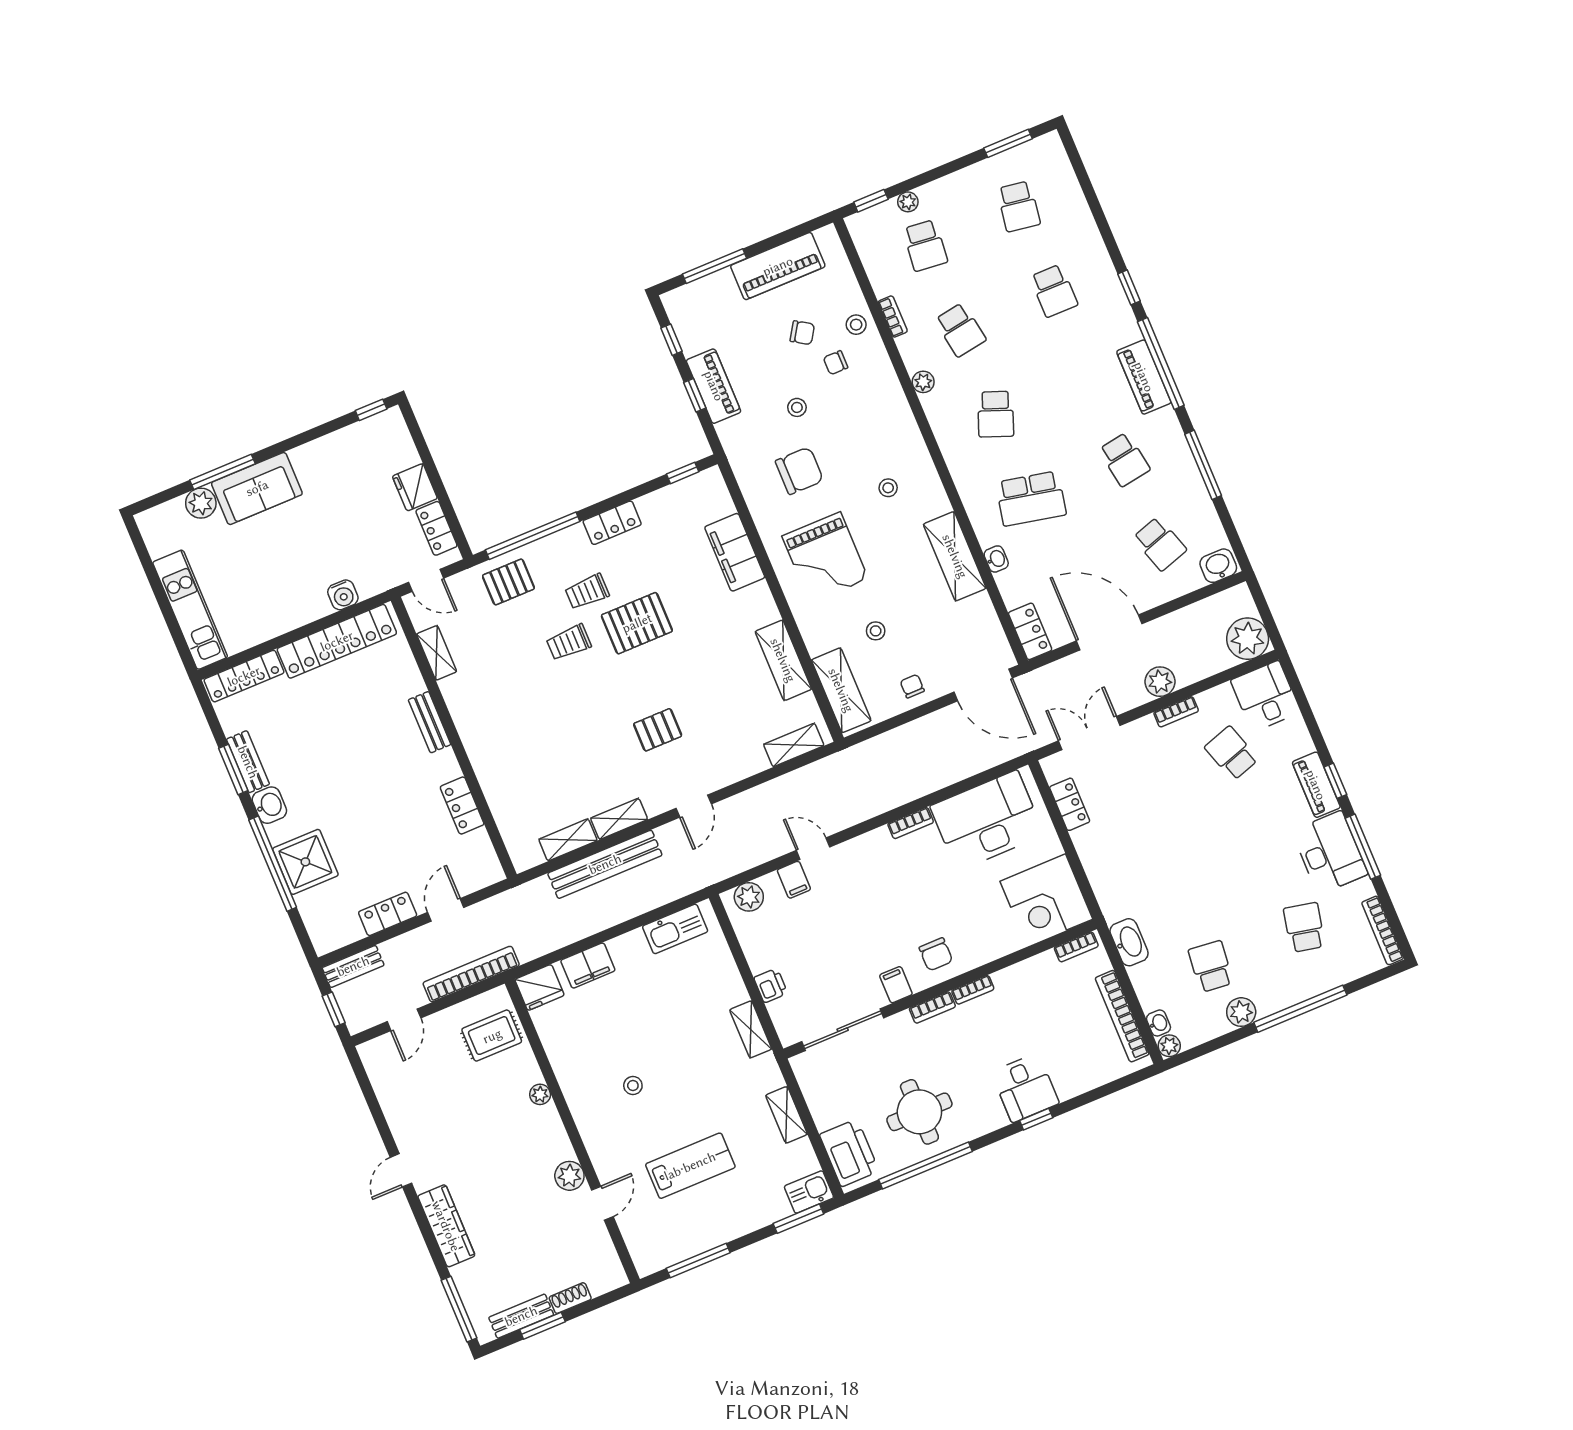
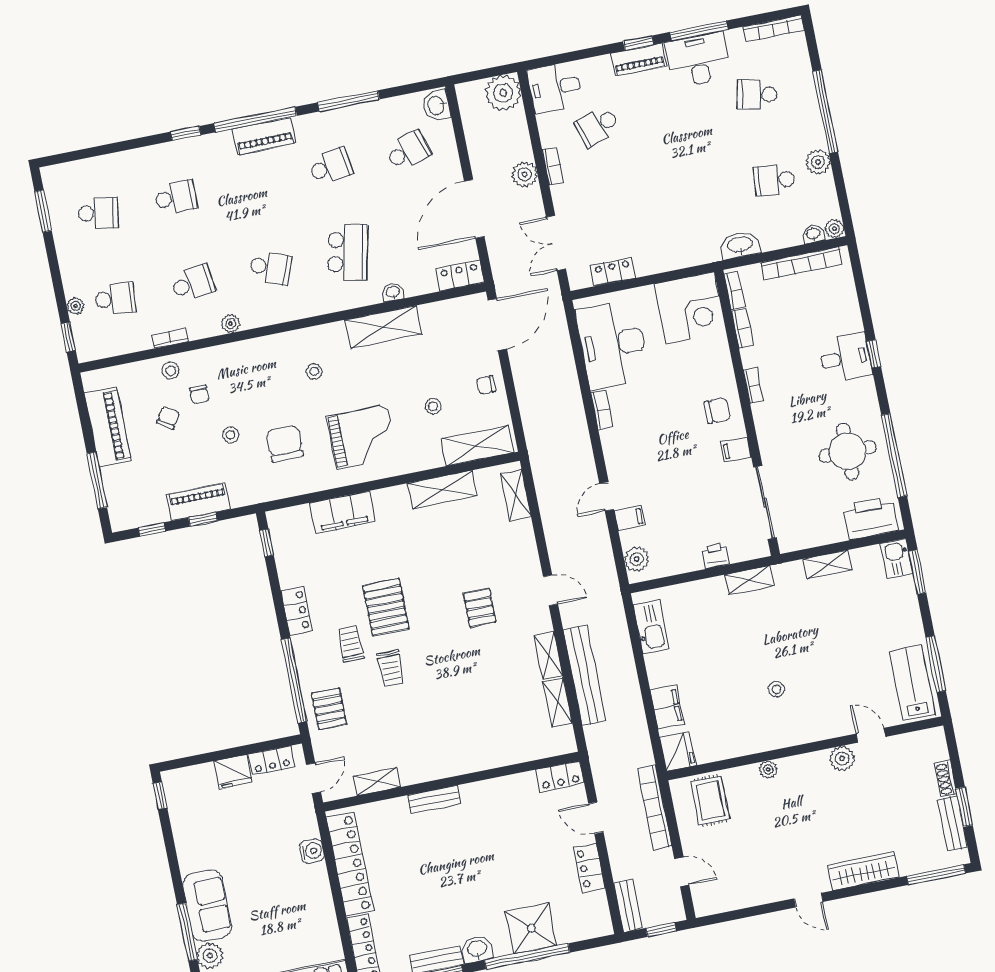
trolley: (587, 592) -> (351, 644), turned 180
locker: (462, 806) -> (560, 776), moved
bookcase: (932, 1007) -> (743, 329), moved
lab bench: (690, 1166) -> (912, 683), moved

